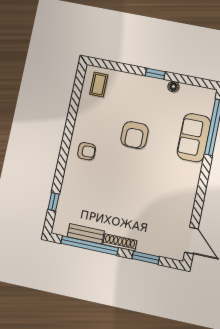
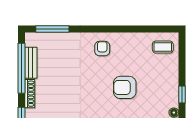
armchair: (87, 151) -> (102, 49), turned 180
window: (54, 202) -> (52, 29), width x2.17

